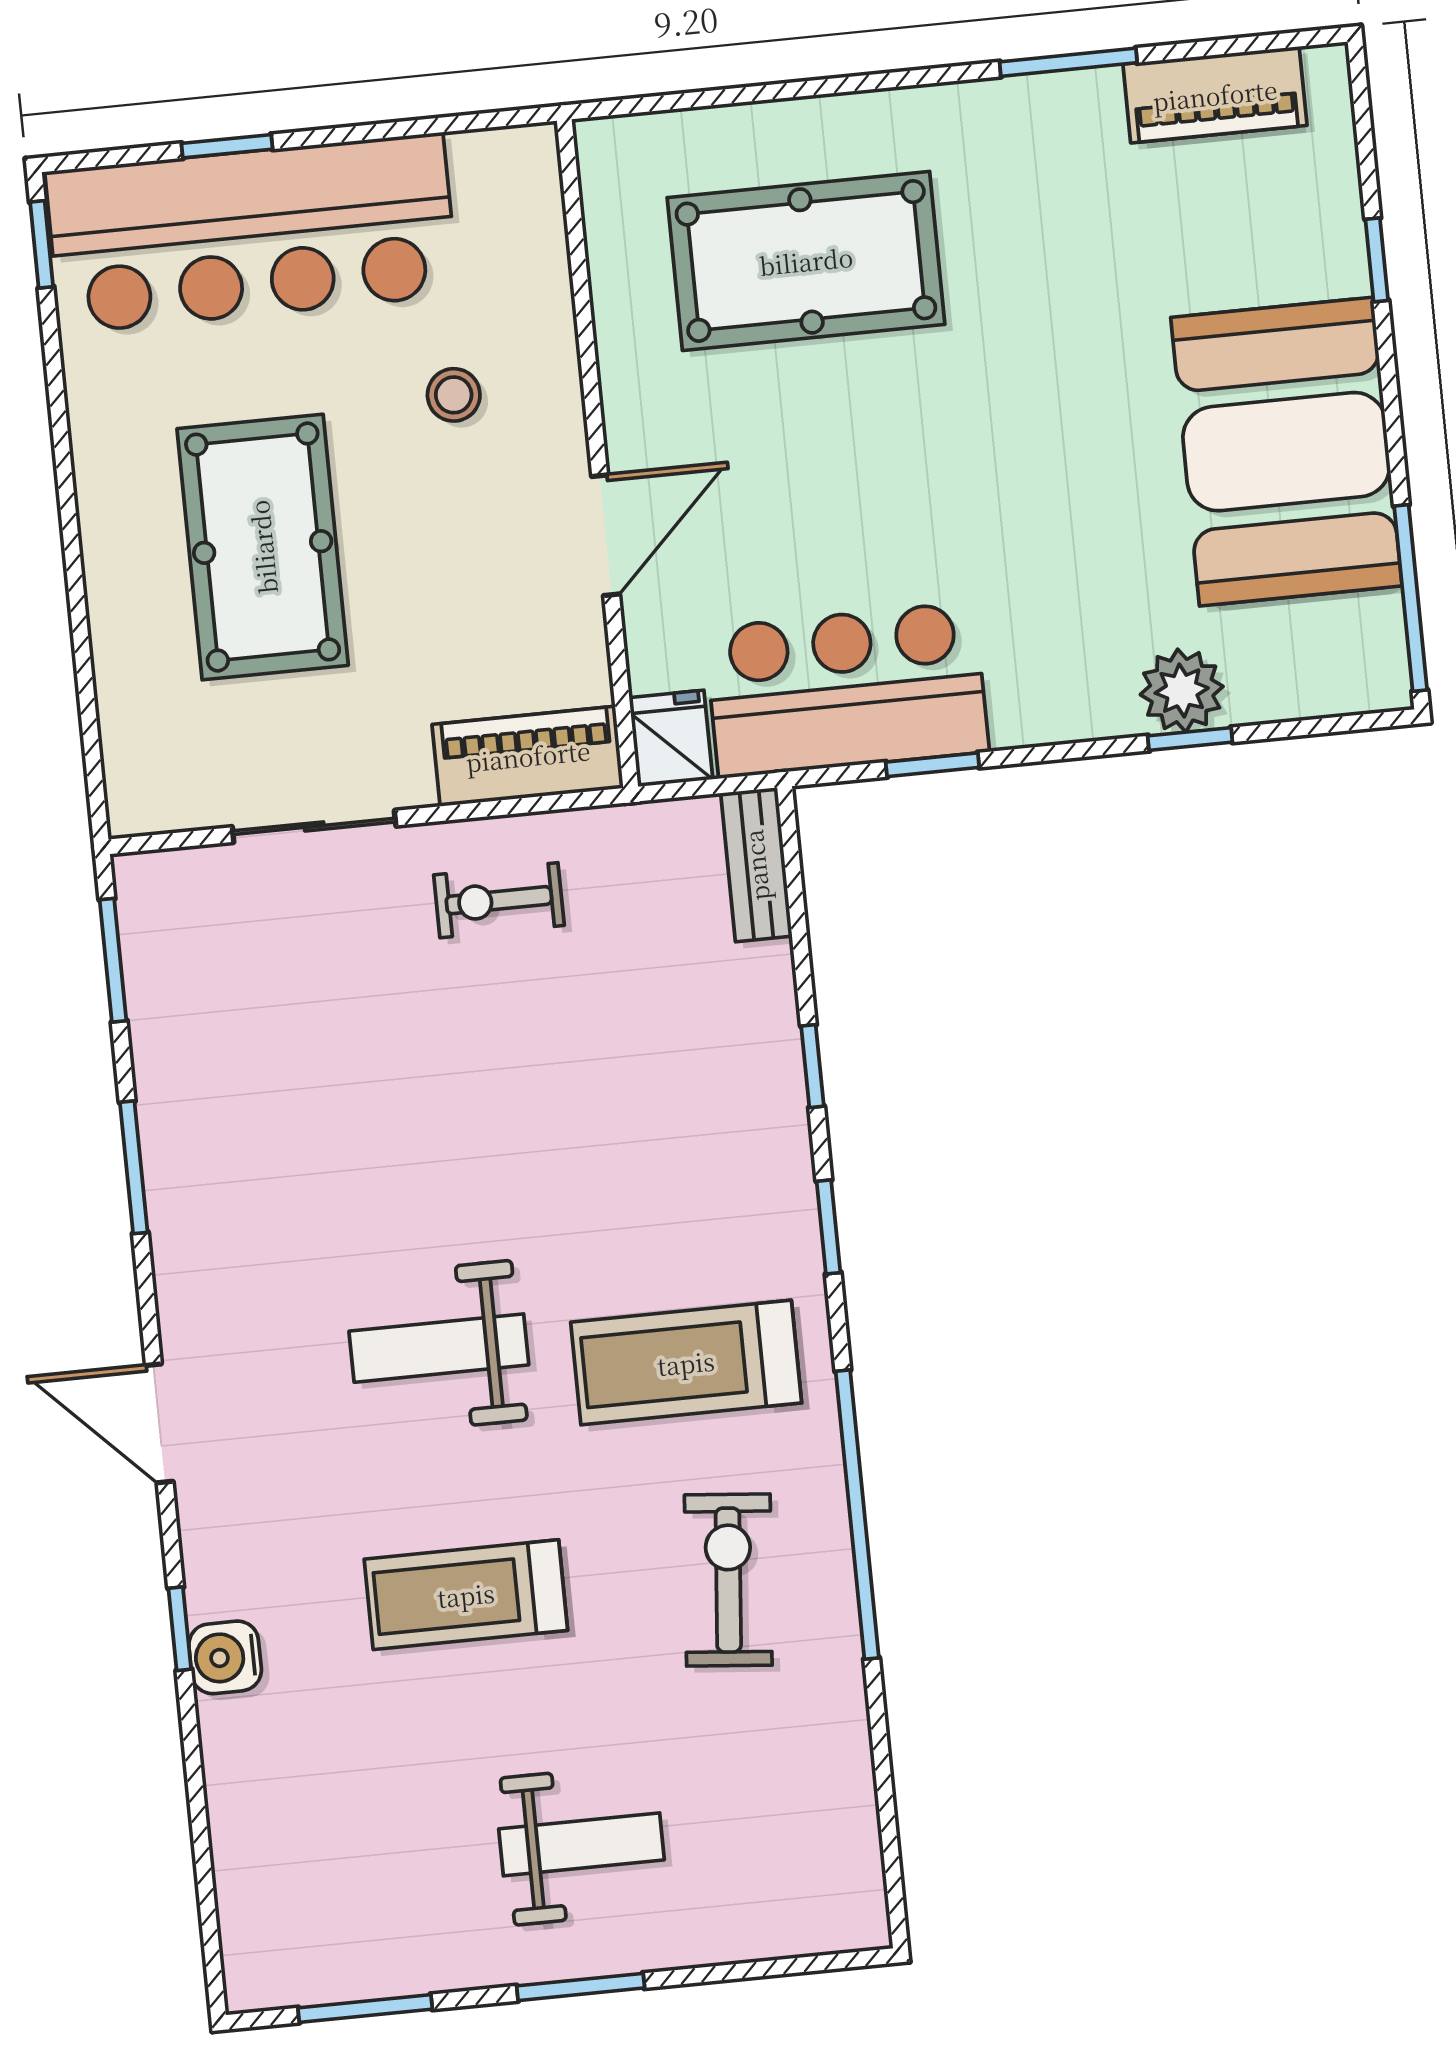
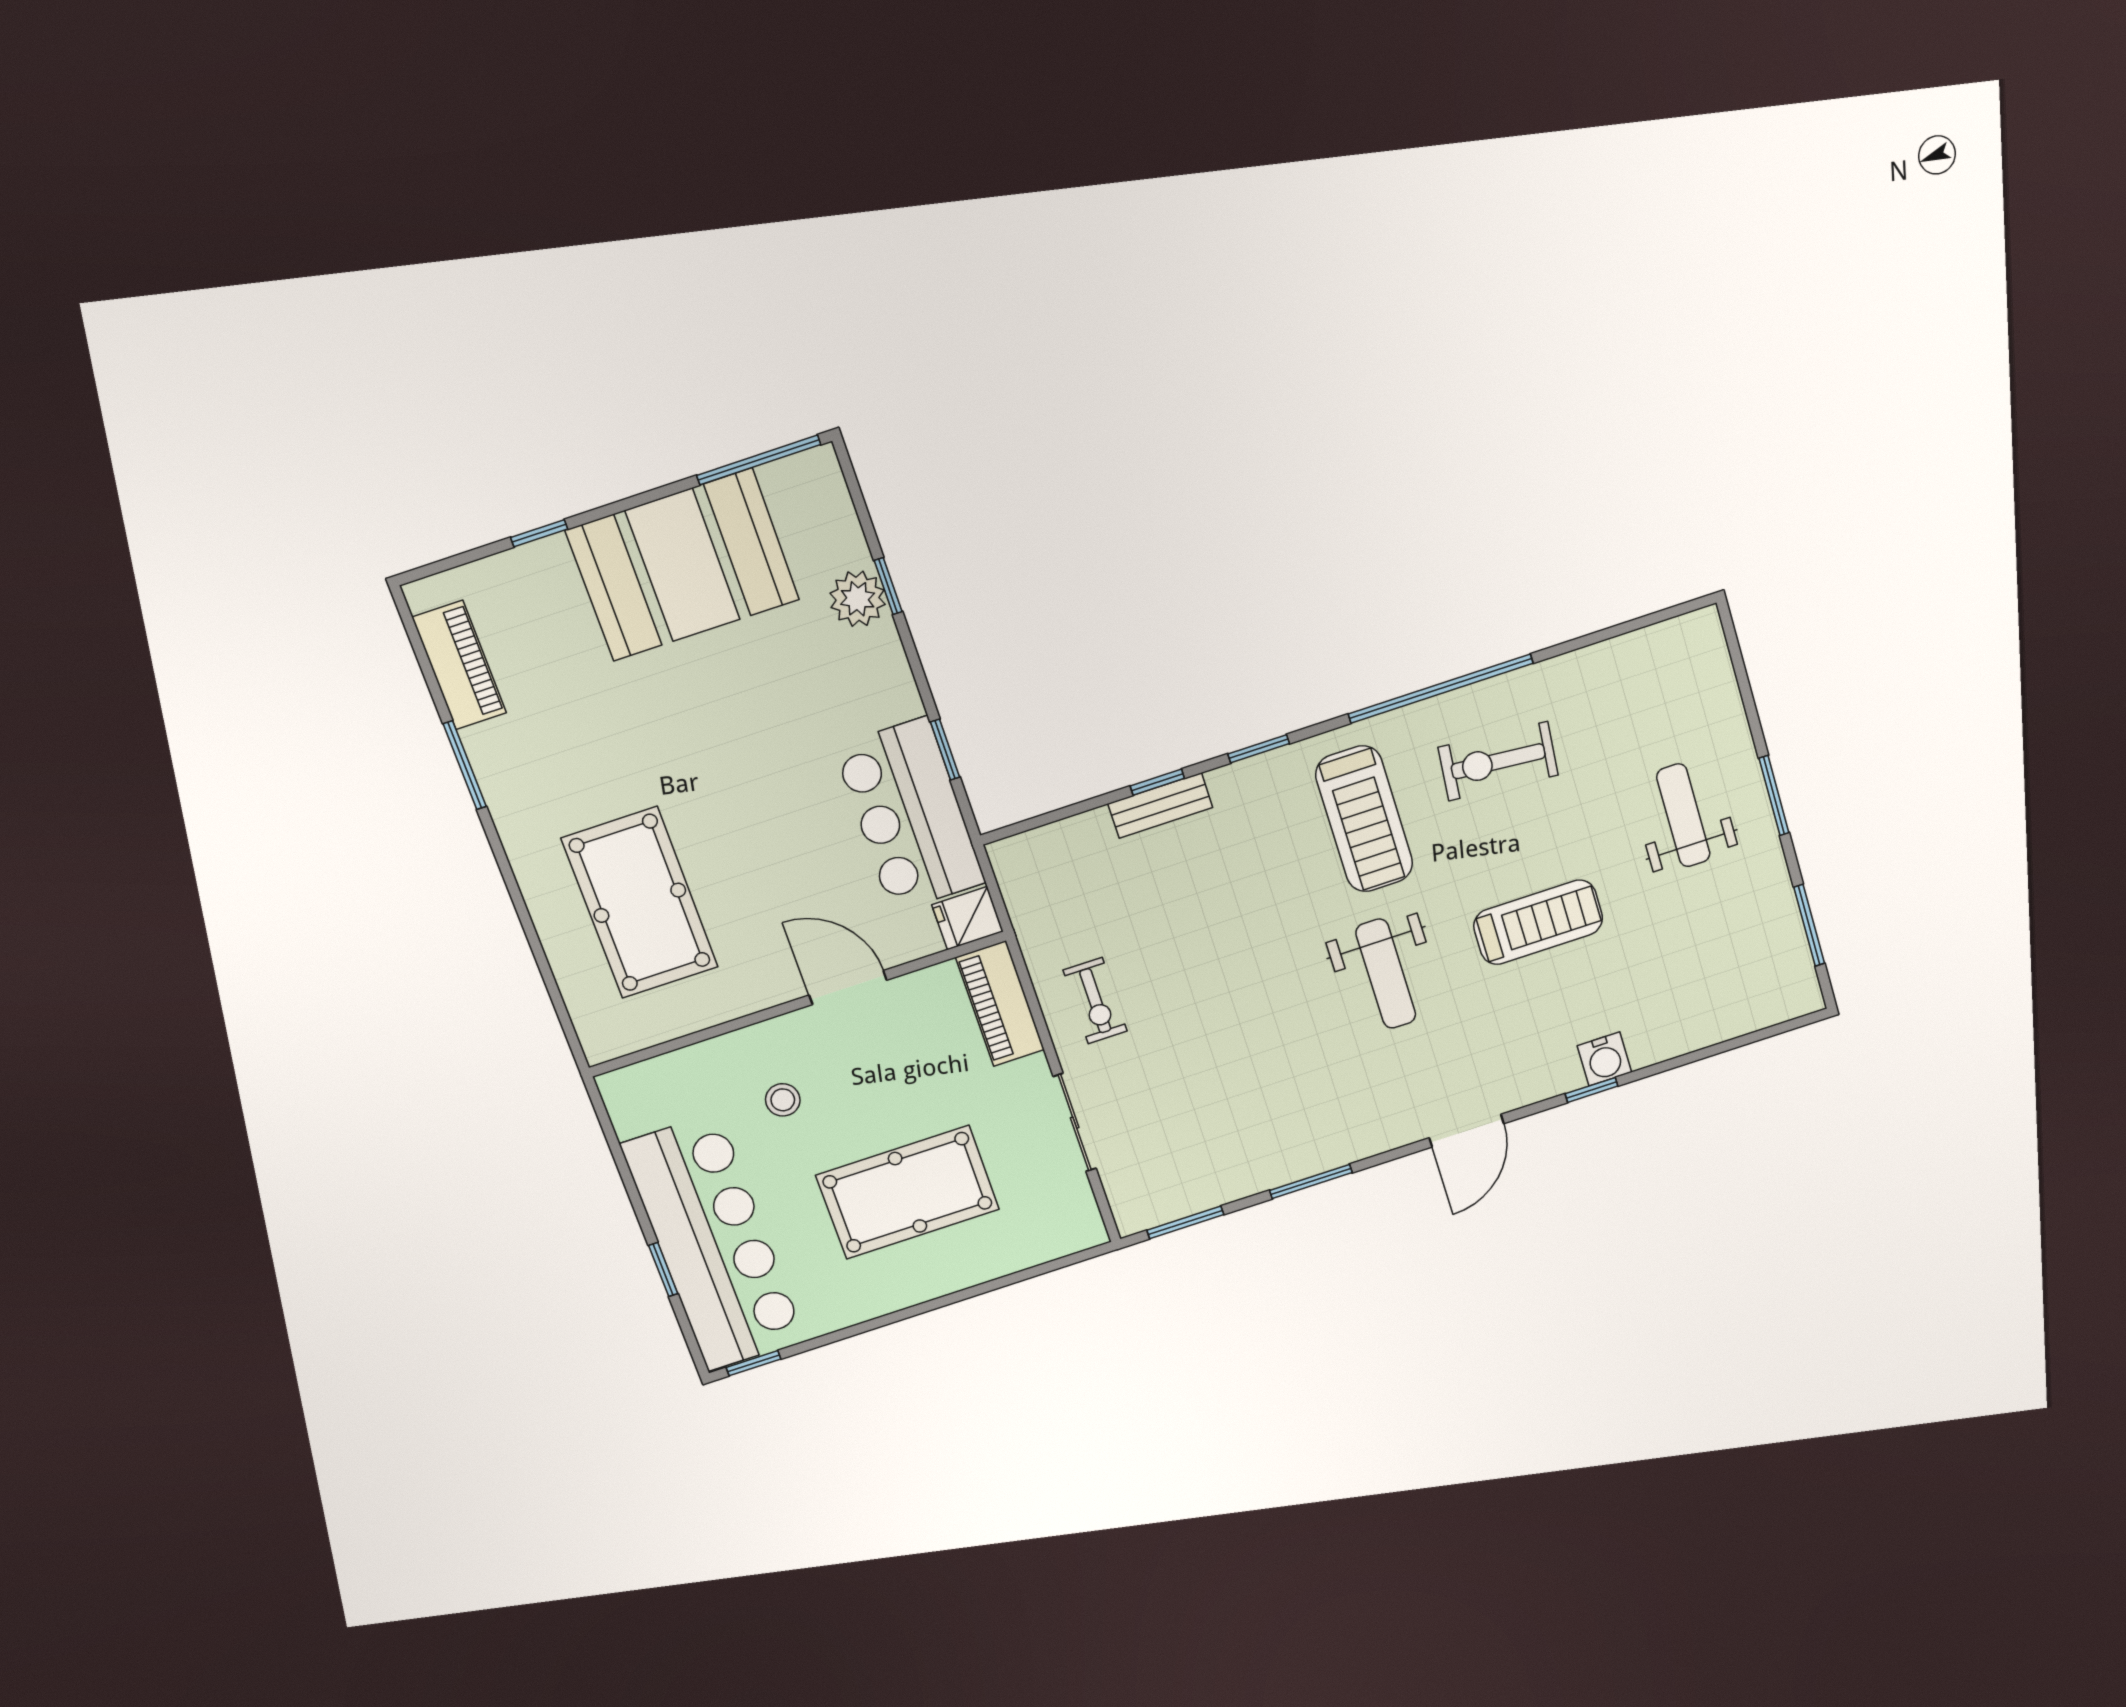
bench: (756, 865) -> (1160, 806), moved
treadmill: (466, 1595) -> (1538, 922), turned -90

